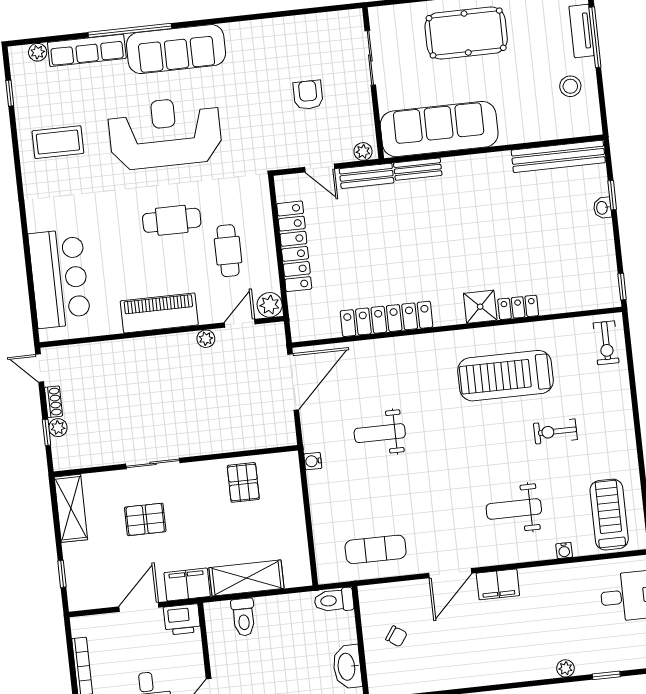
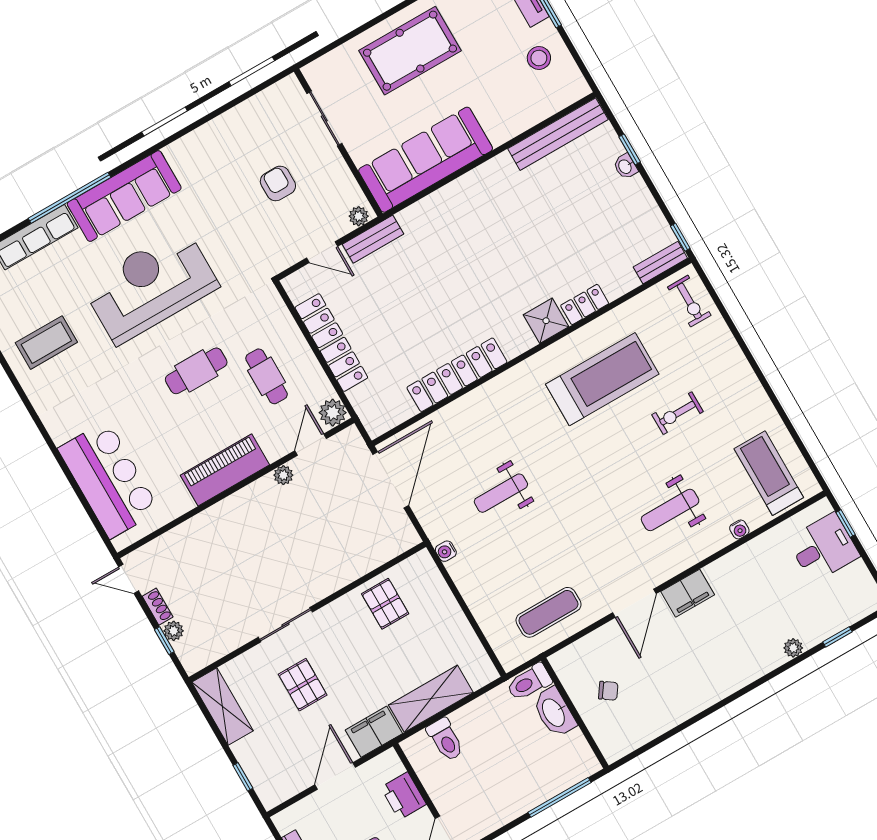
bench: (418, 169) -> (660, 263), moved
treadmill: (505, 376) -> (602, 379), turned 180
pallet: (145, 519) -> (303, 685), turned 90
printer: (182, 619) -> (403, 796), moved, turned 90
washbasin: (347, 667) -> (554, 712), moved

